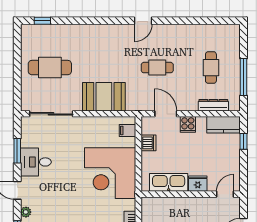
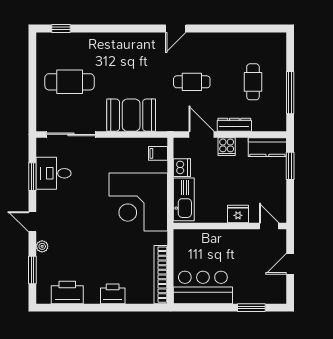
dresser: (213, 105) -> (234, 125), moved
window: (244, 141) -> (290, 166), width x1.50
desk: (36, 162) -> (54, 173), moved
kitchen sink: (169, 182) -> (184, 199), moved, turned 90
door: (225, 194) -> (269, 226), hinge flipped

